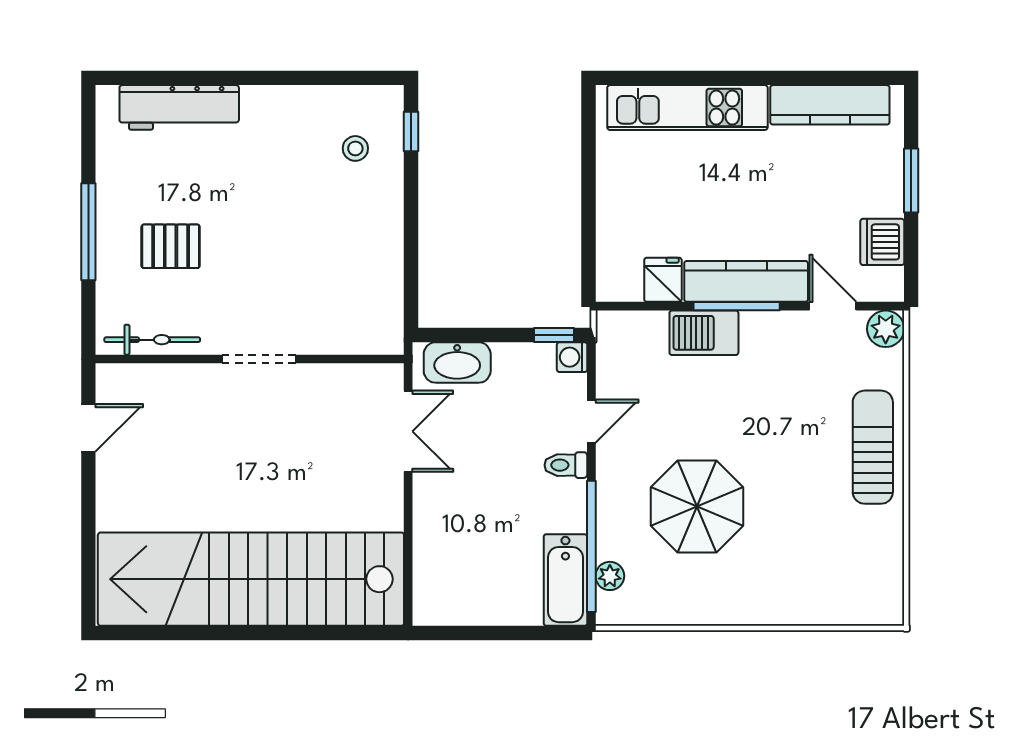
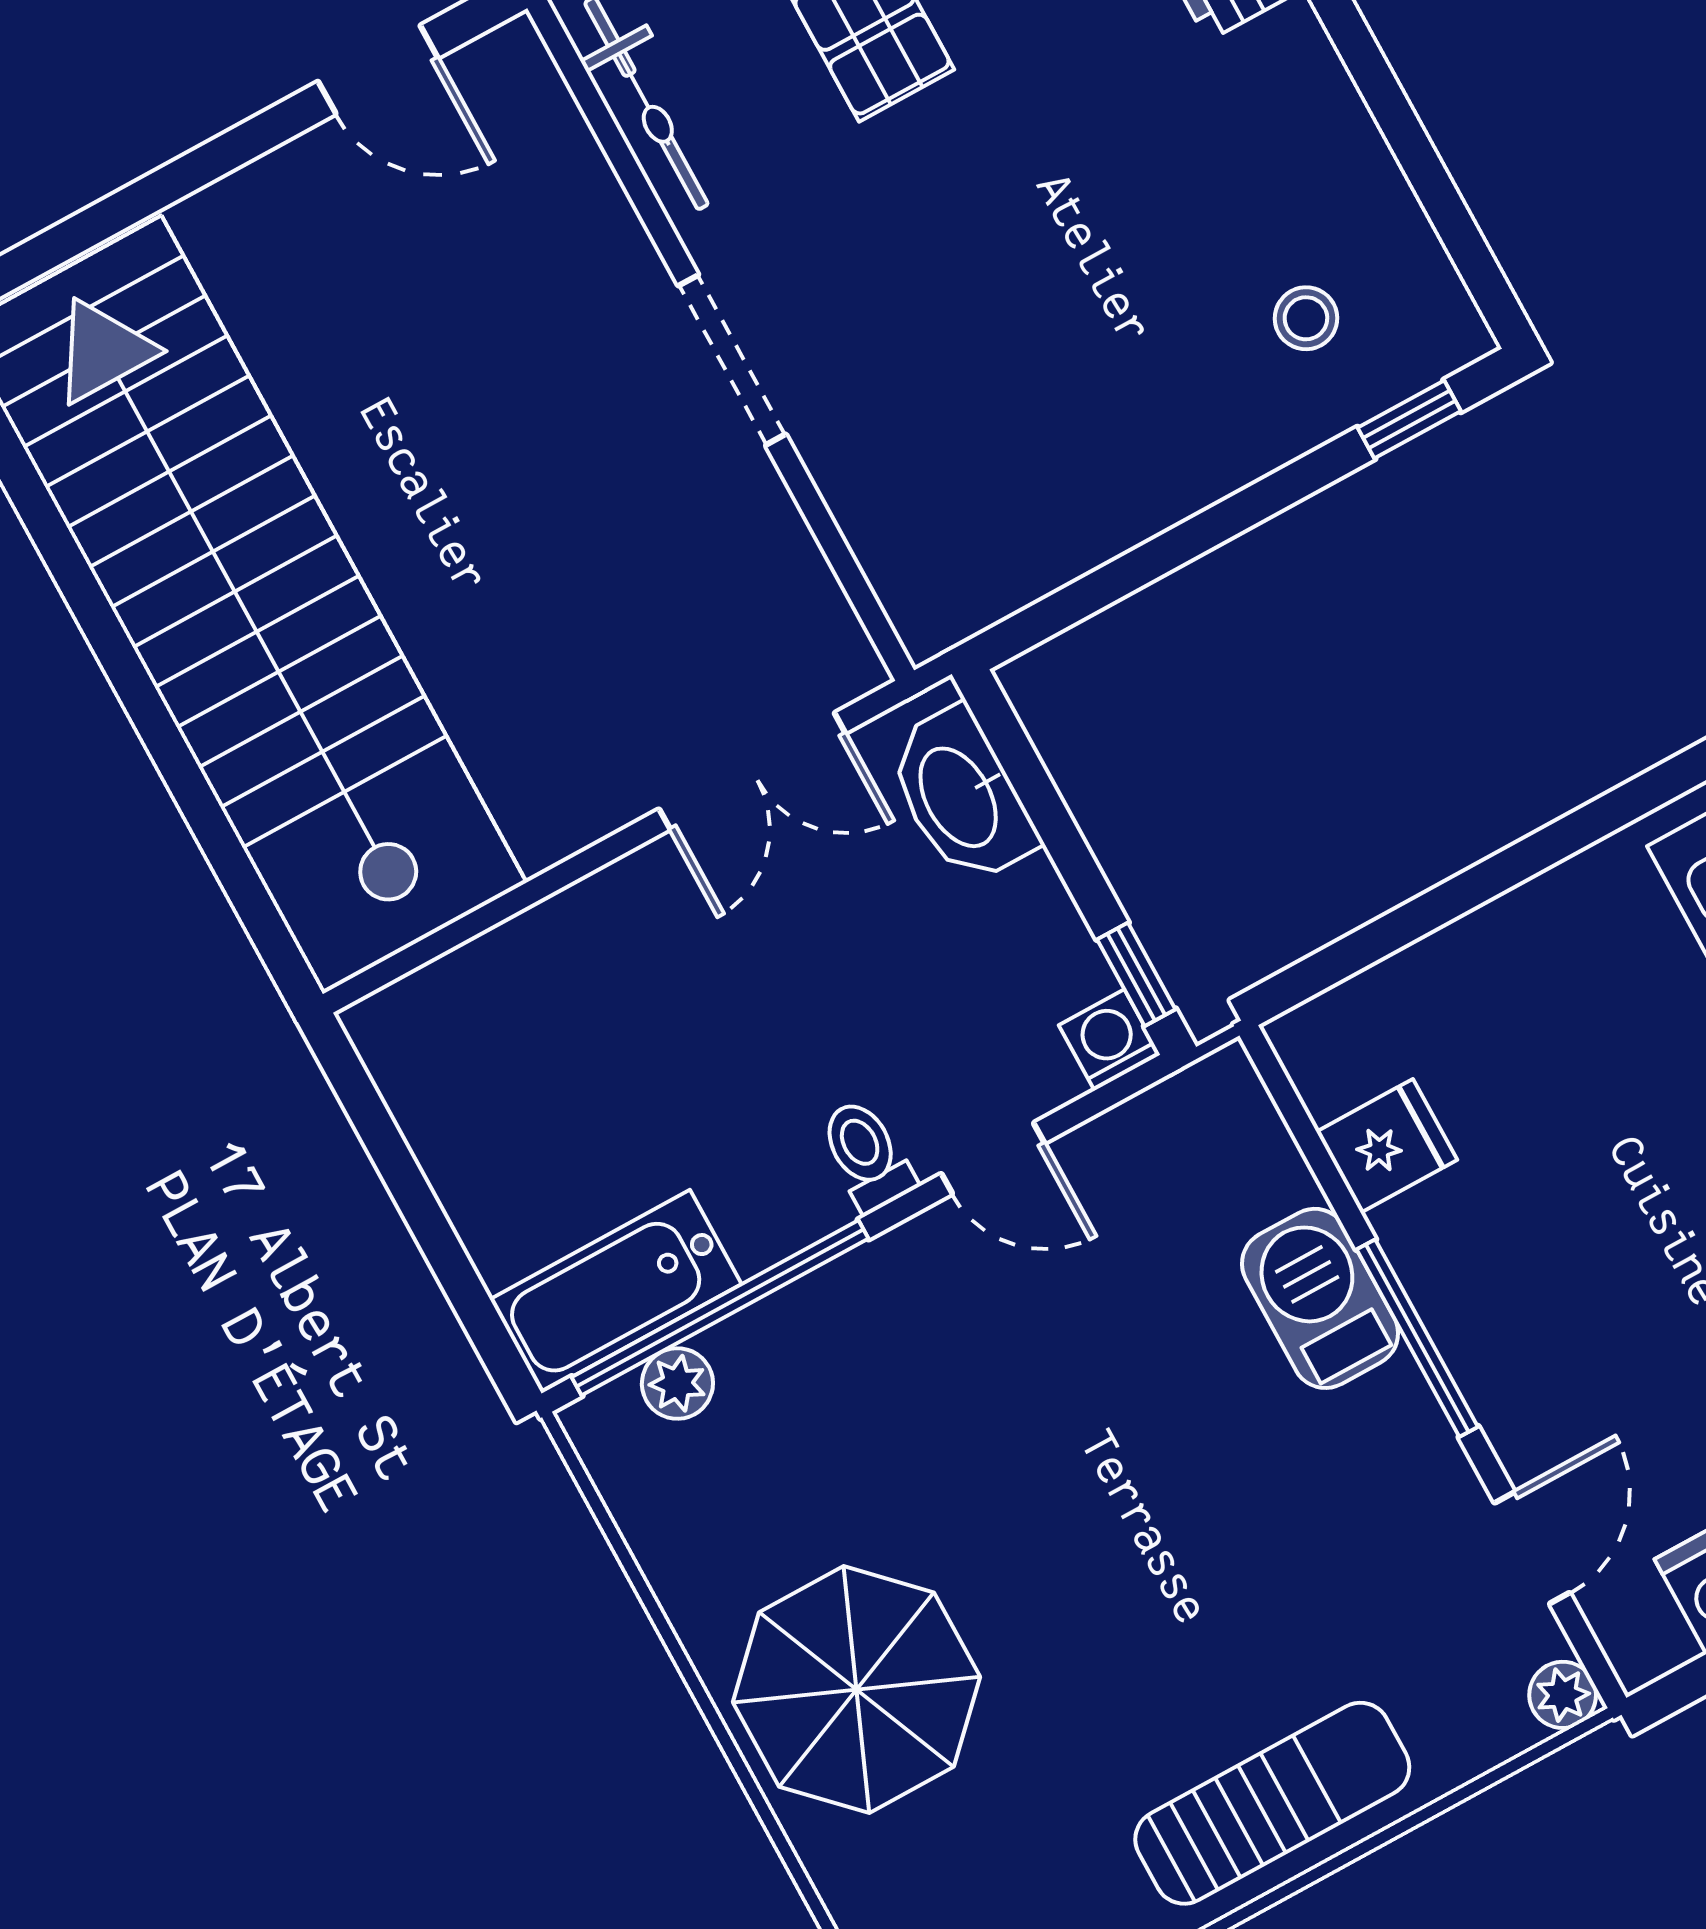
kitchen counter: (746, 281) -> (1483, 1329), removed
plant: (886, 329) -> (1563, 1695), width x0.73, depth x0.73
parasol: (697, 507) -> (856, 1690), moved

